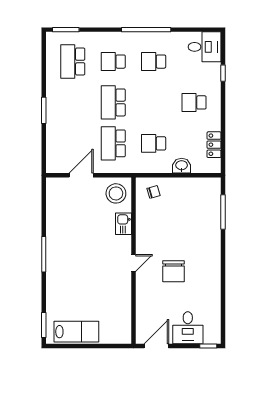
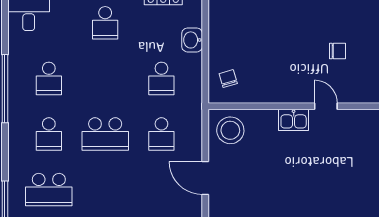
school desk: (113, 143) -> (161, 134), width x0.54
kitchen sink: (123, 224) -> (294, 120), moved
chair: (174, 271) -> (337, 51), width x0.54, depth x0.54

